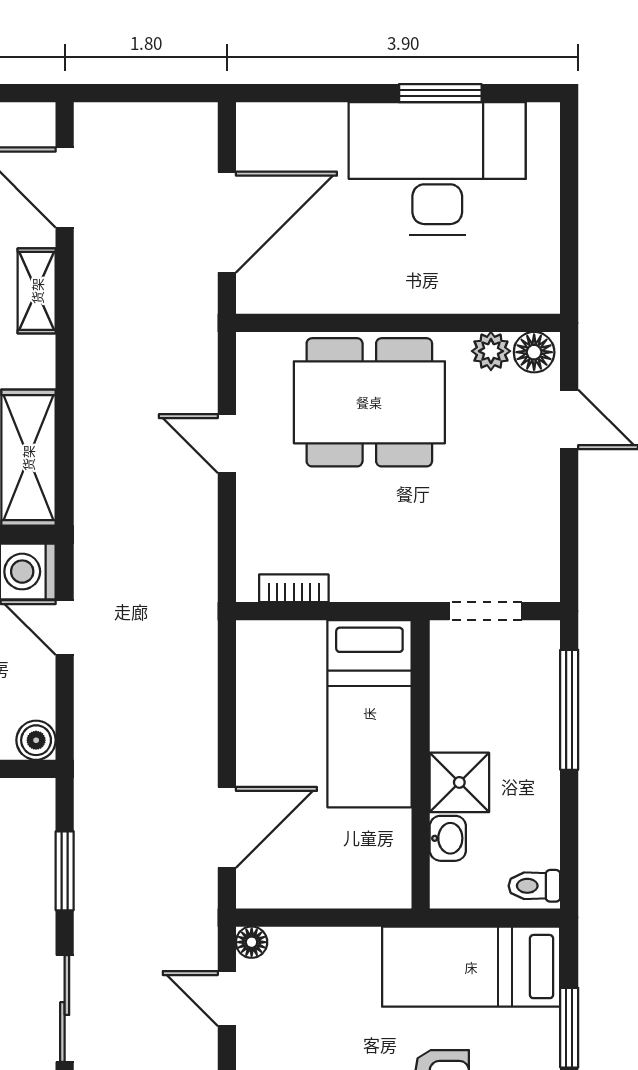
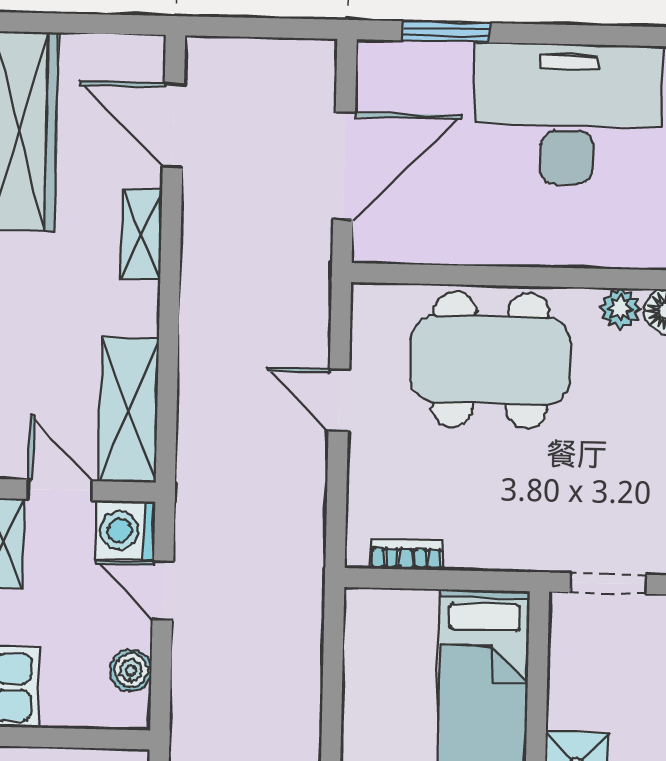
window: (440, 93) -> (446, 32), moved
boiler: (36, 740) -> (131, 670), moved

